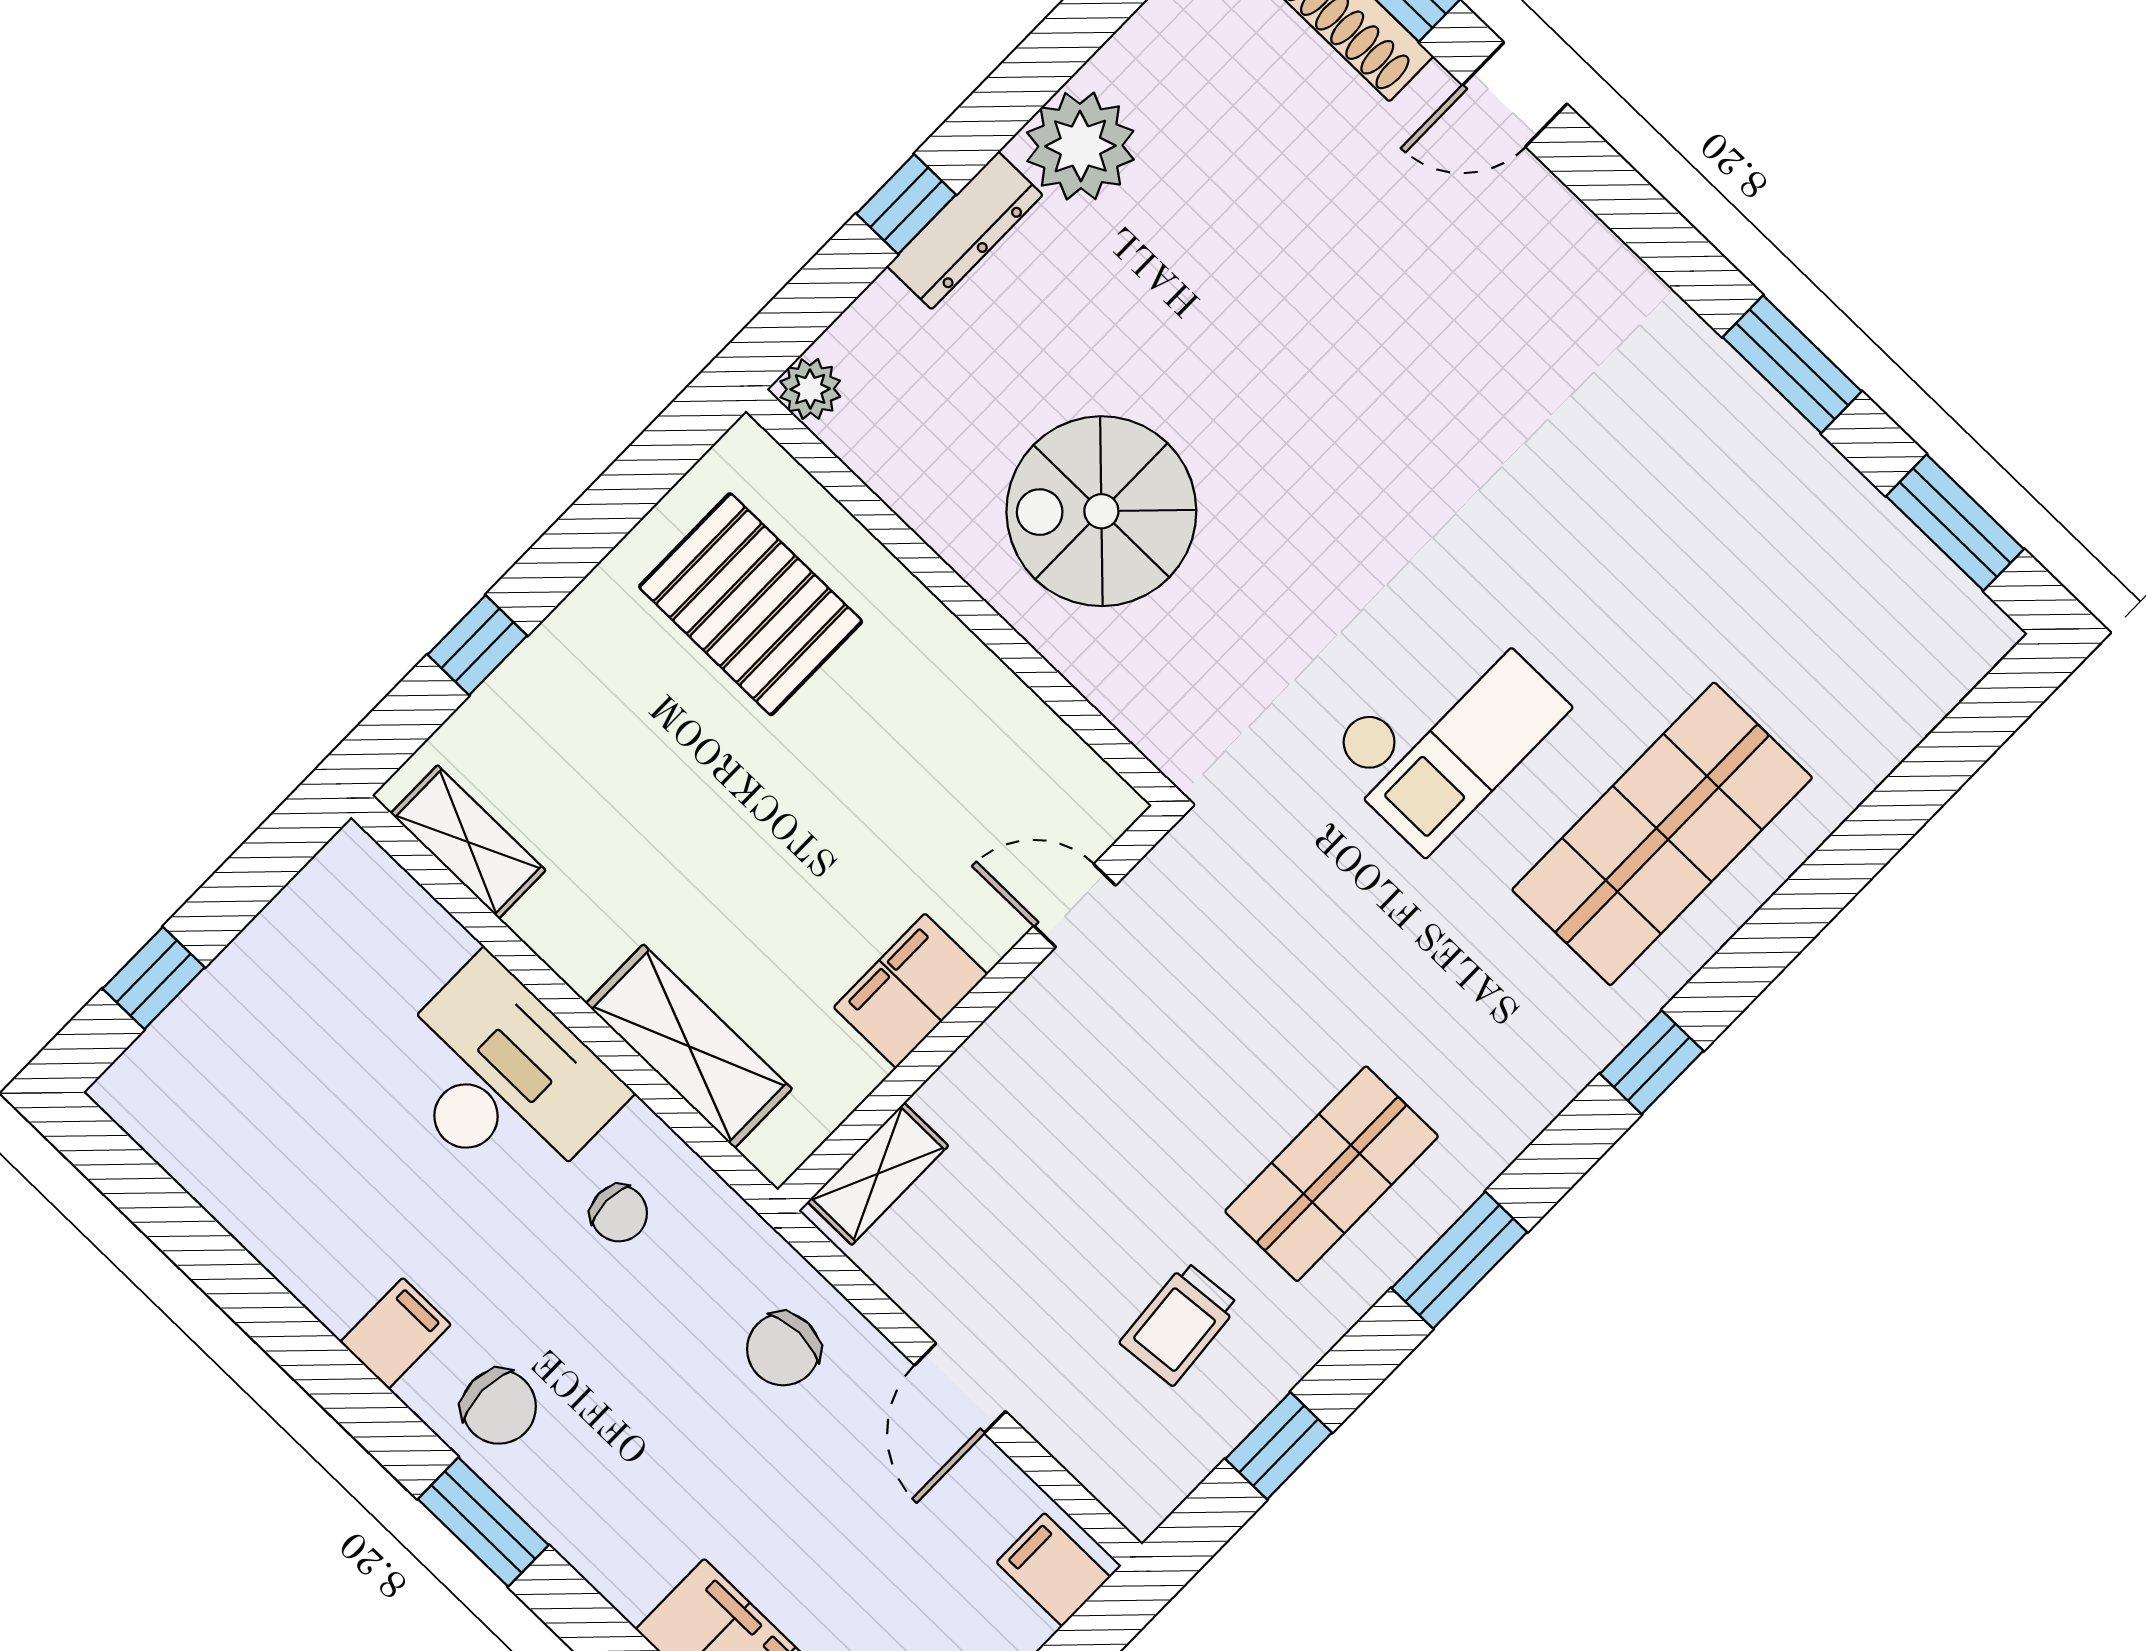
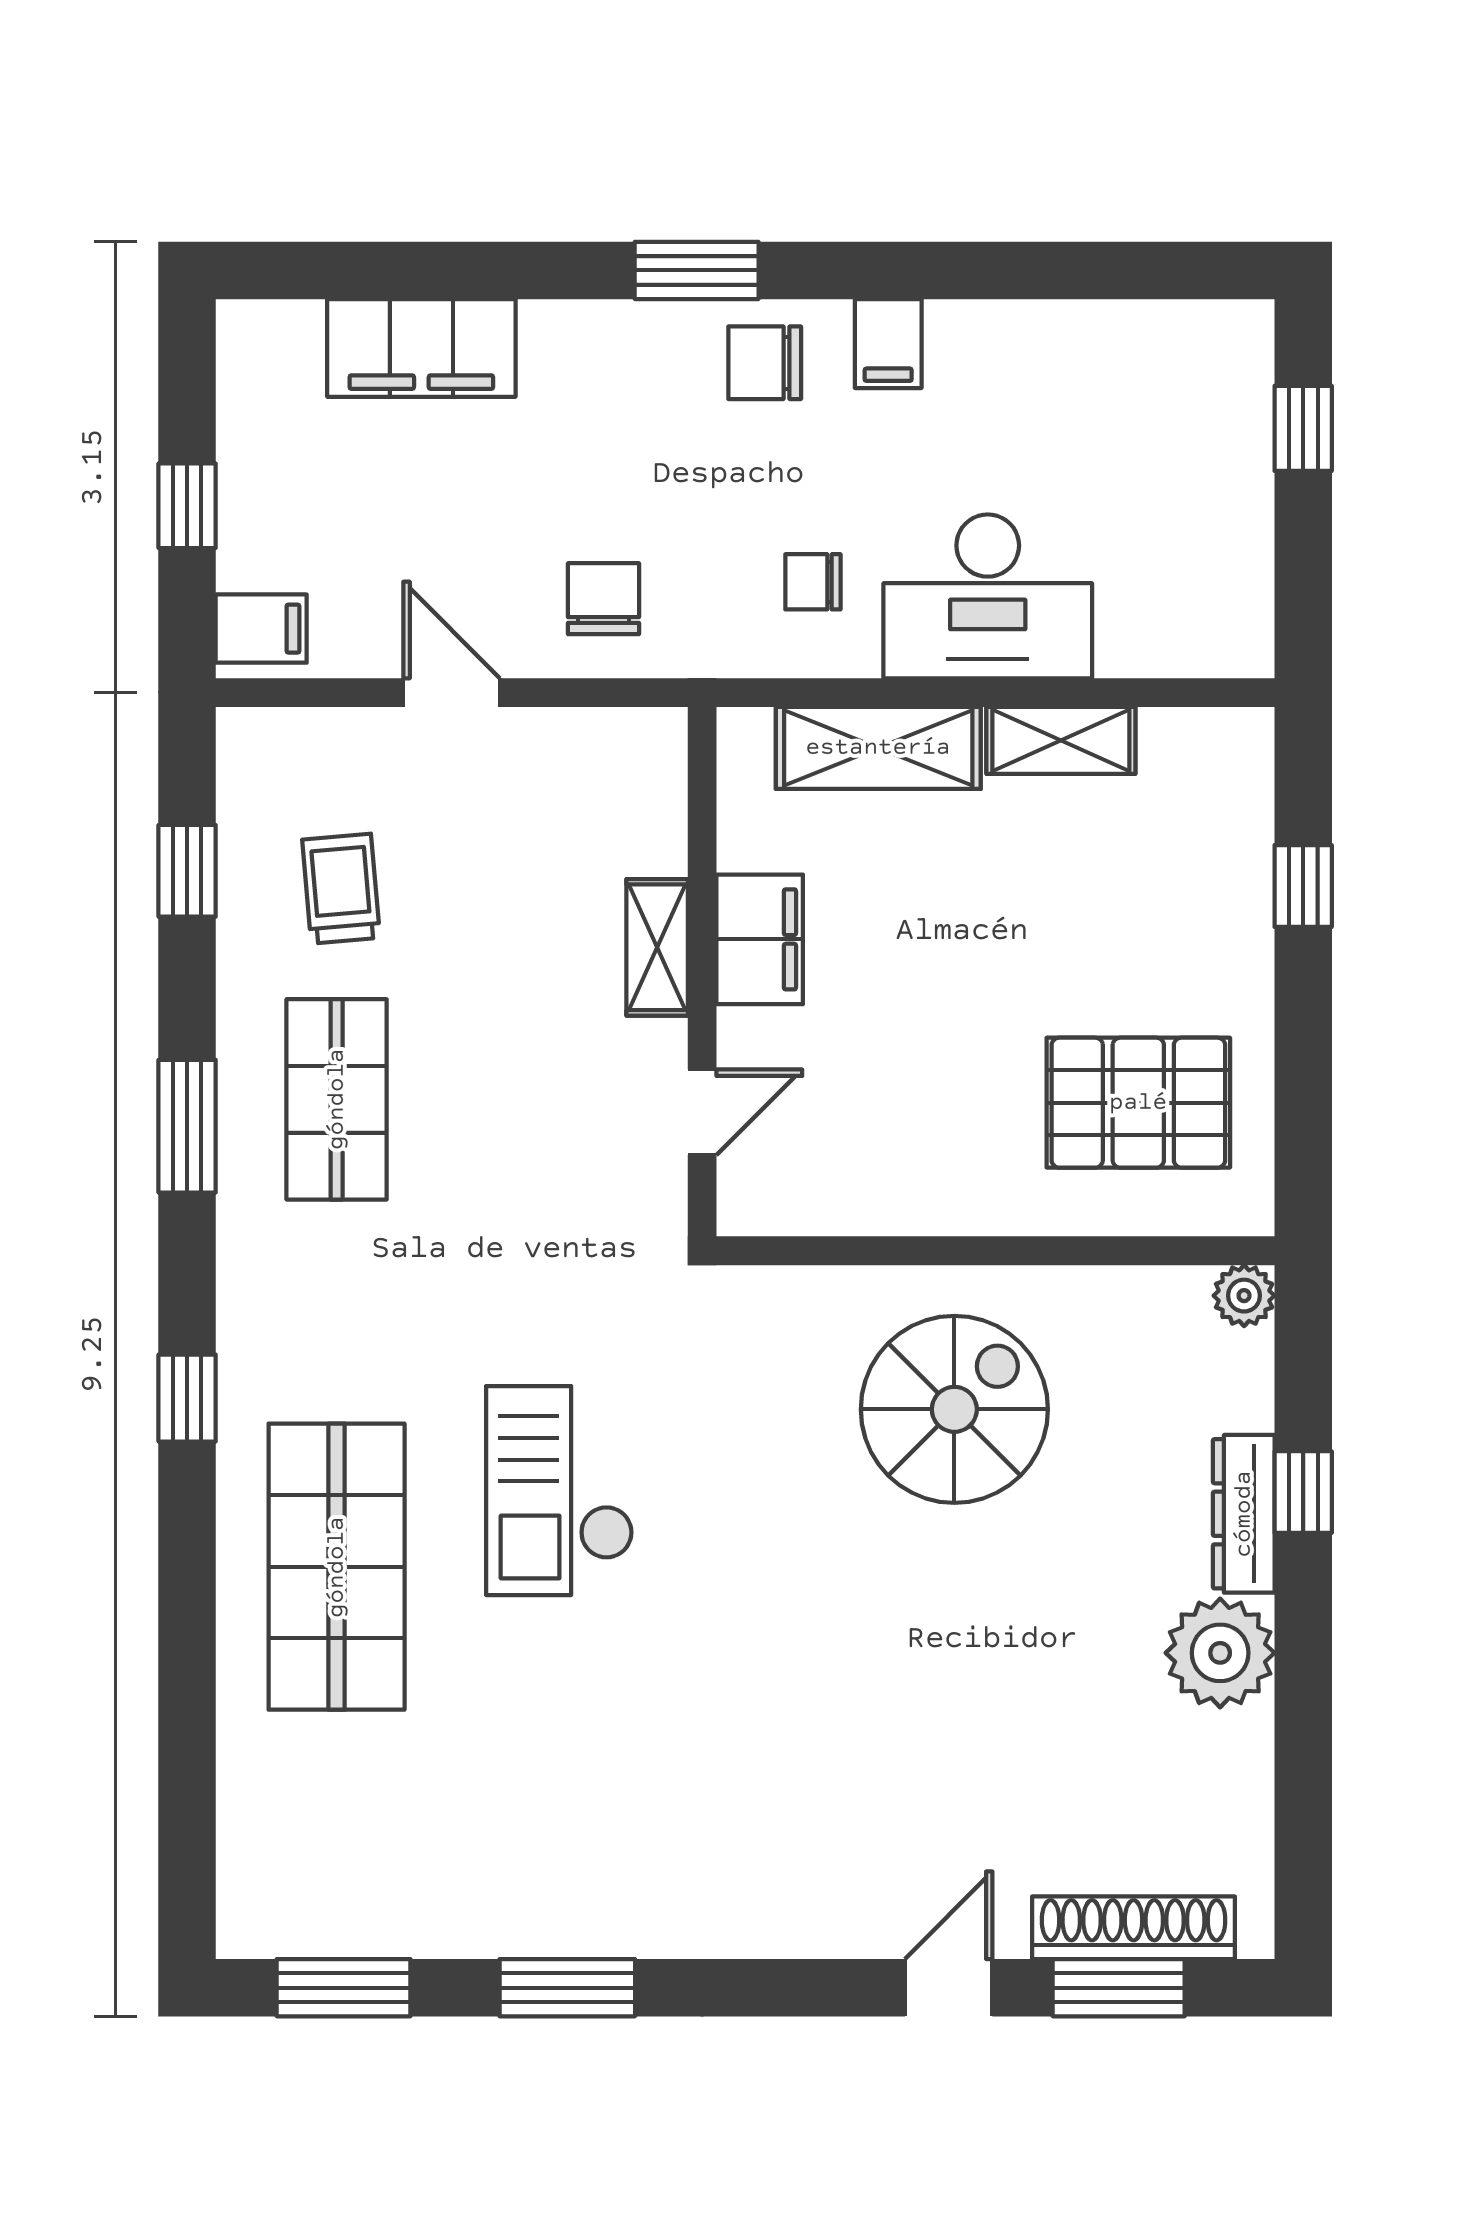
shelving: (468, 842) -> (1061, 740), moved
shelving: (878, 1174) -> (657, 947), moved

